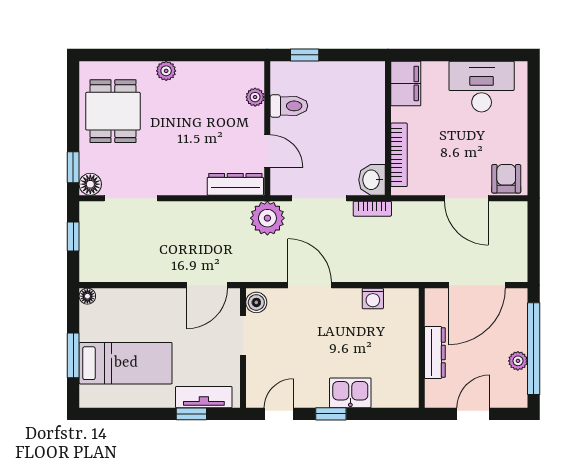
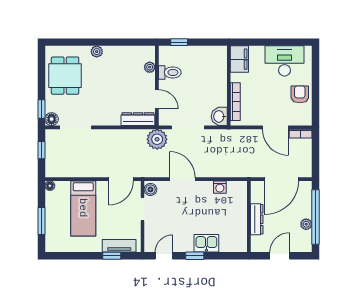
armchair: (506, 179) -> (300, 94), moved
bookcase: (372, 209) -> (301, 134), moved
bed: (126, 363) -> (83, 208), moved, turned 90

